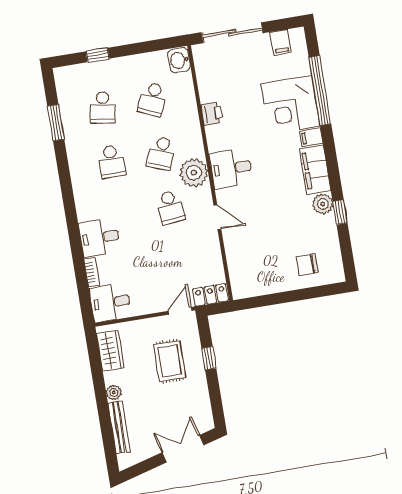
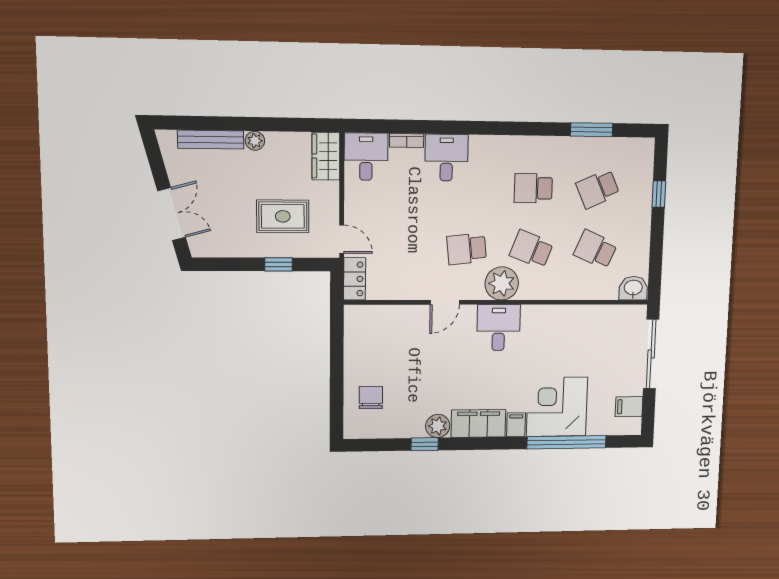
school desk: (102, 108) -> (598, 189), turned -33
printer: (212, 114) -> (565, 316), removed
wardrobe: (110, 350) -> (326, 156), moved, turned 90

